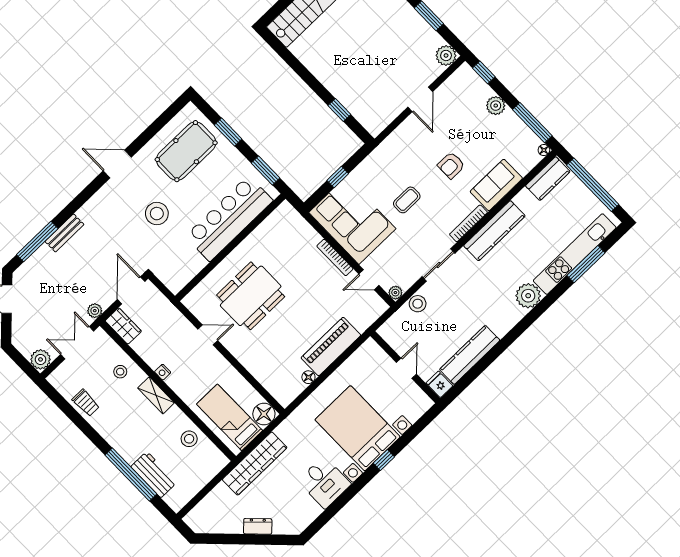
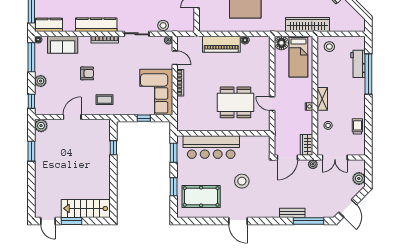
sofa: (496, 185) -> (63, 45), moved
coffee table: (407, 200) -> (104, 100), moved
plant: (40, 359) -> (359, 178), moved
stool: (189, 439) -> (329, 47), moved

